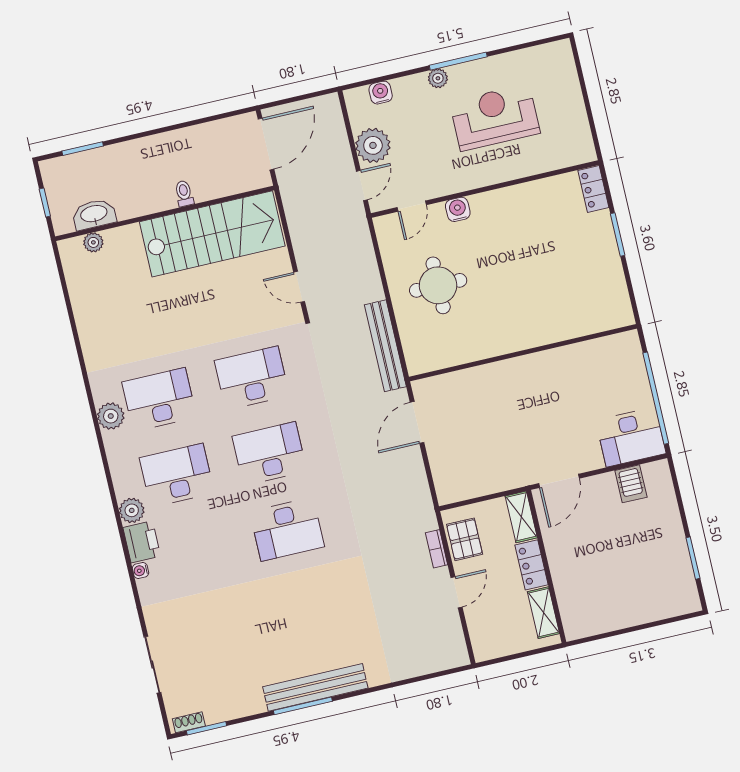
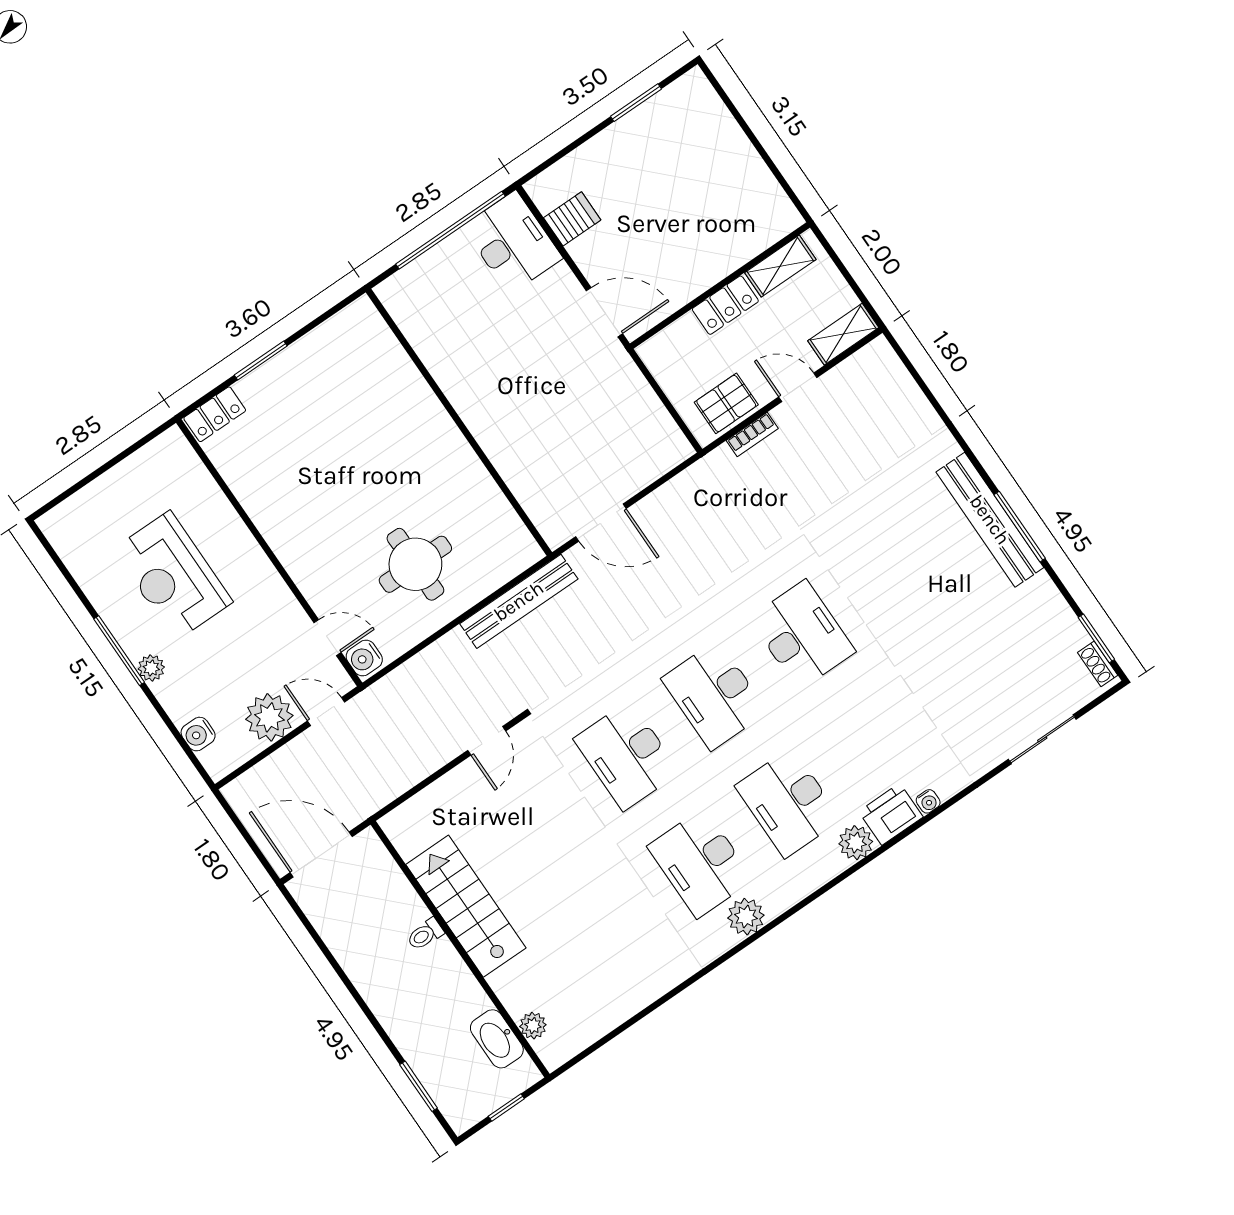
water cooler: (458, 209) -> (364, 658), moved
stairs: (212, 234) -> (466, 906), width x0.73, depth x0.66
shelving: (521, 517) -> (843, 334), moved

